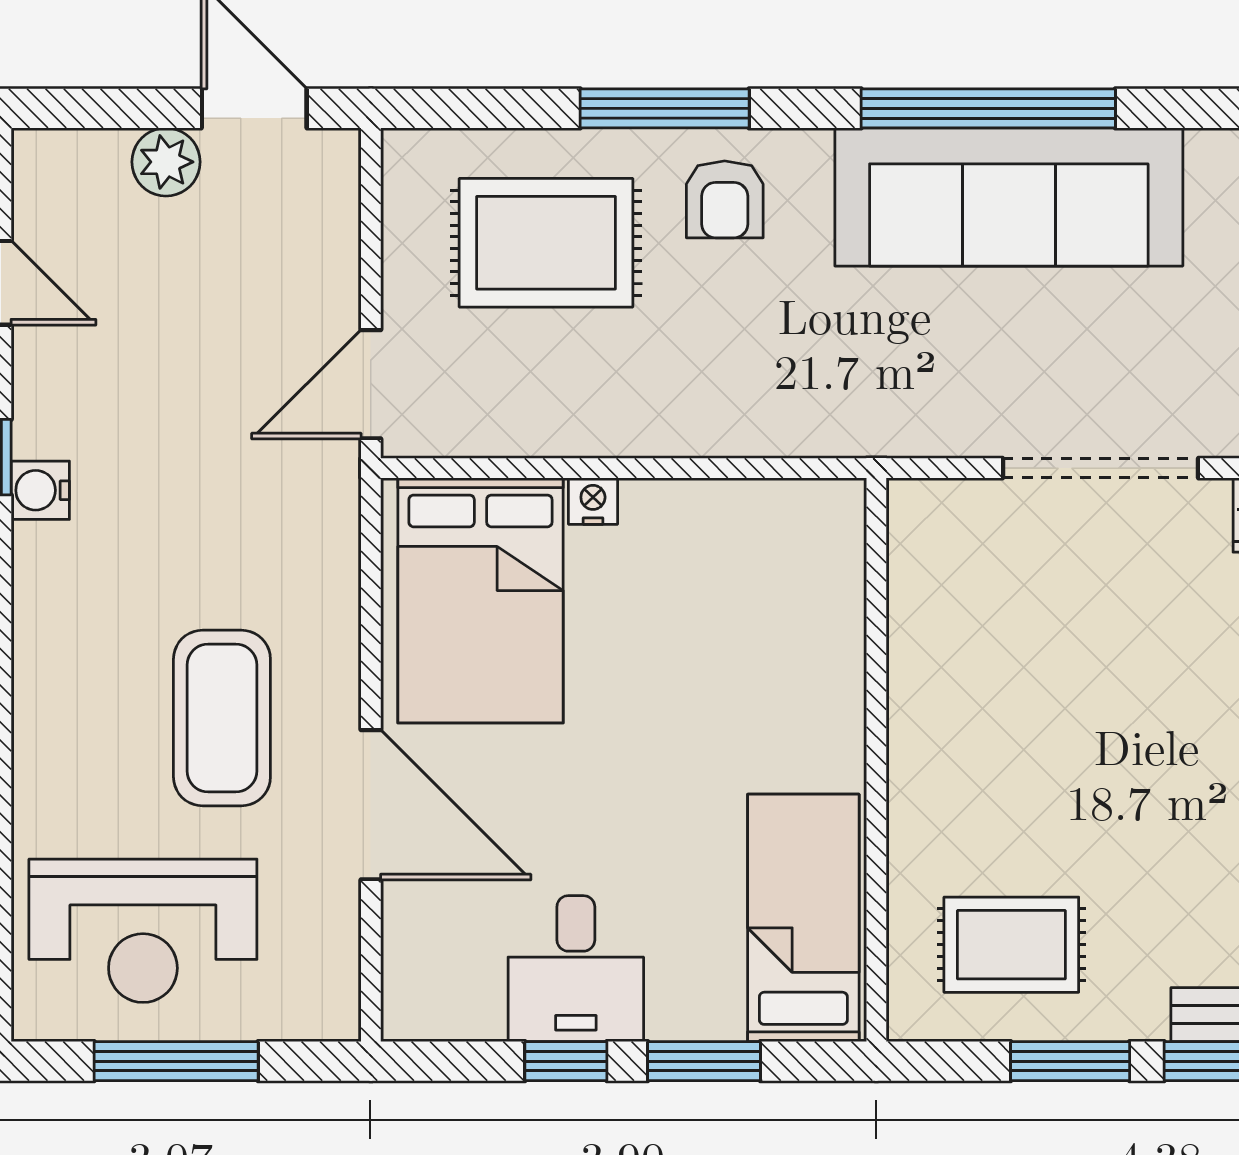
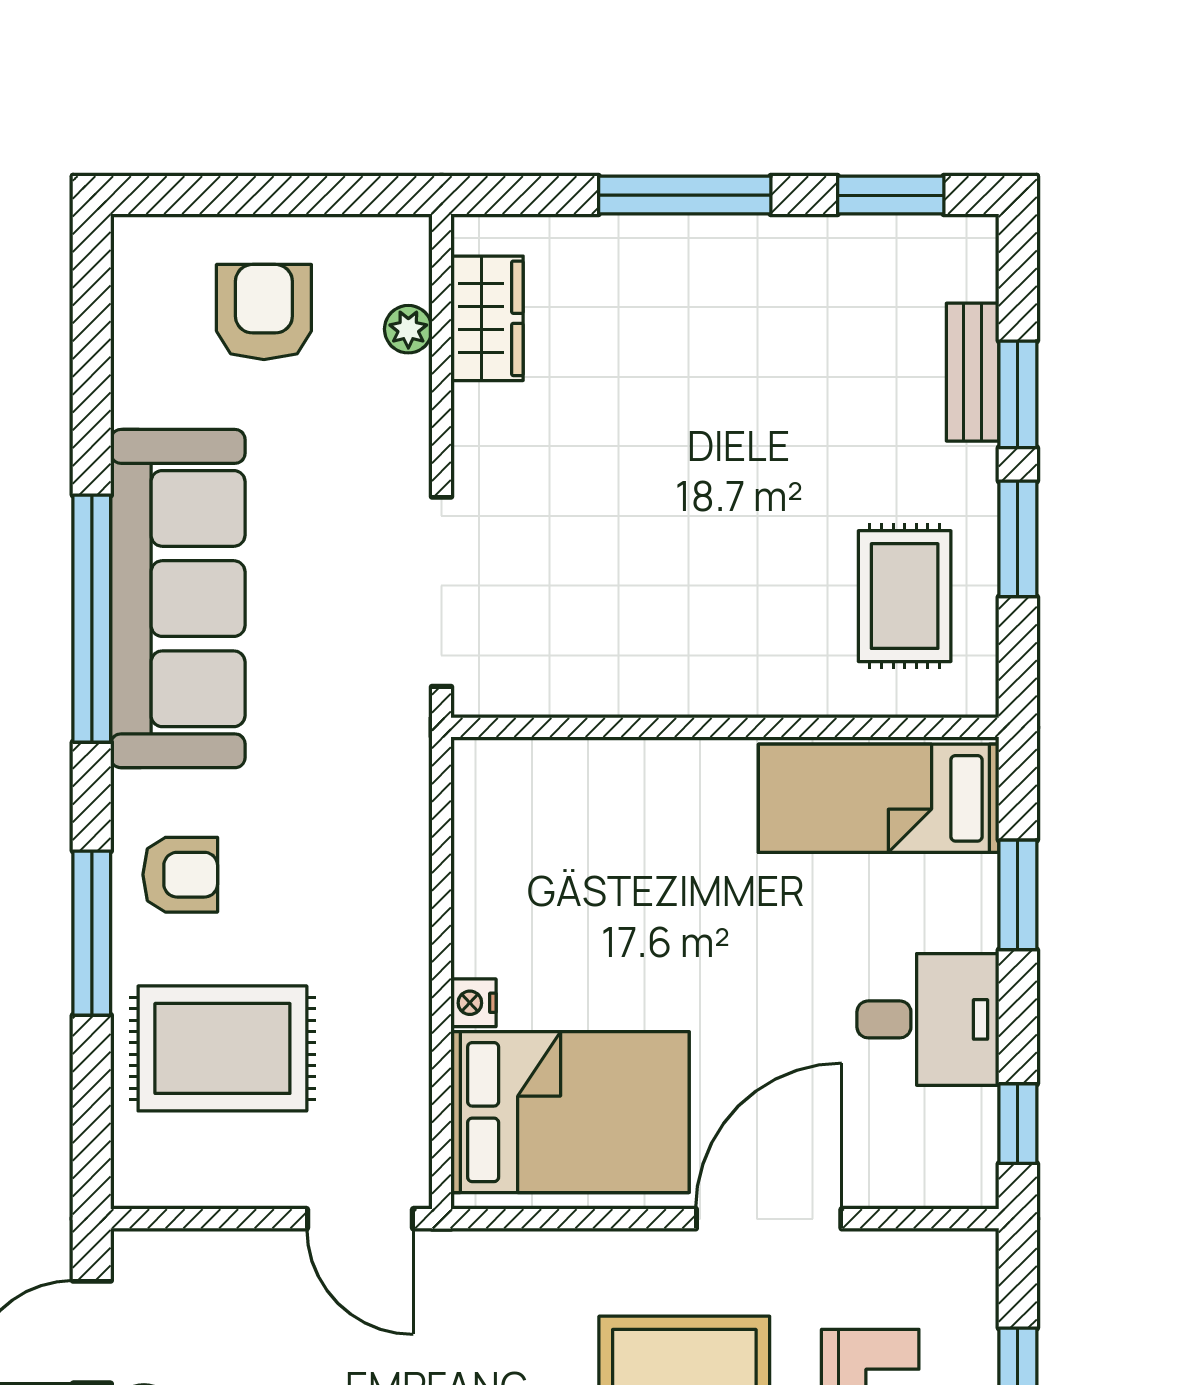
rug: (546, 243) -> (222, 1048), turned 90
doorway: (1101, 468) -> (441, 592), moved
window: (566, 1061) -> (1018, 1124), moved

